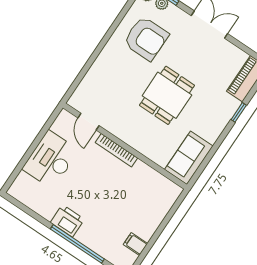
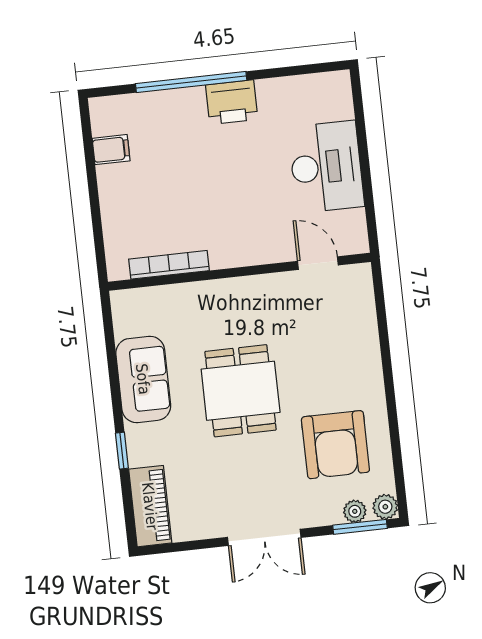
armchair: (146, 38) -> (335, 445), turned -90
bookcase: (116, 150) -> (169, 265), moved
sofa: (189, 158) -> (143, 379), moved

